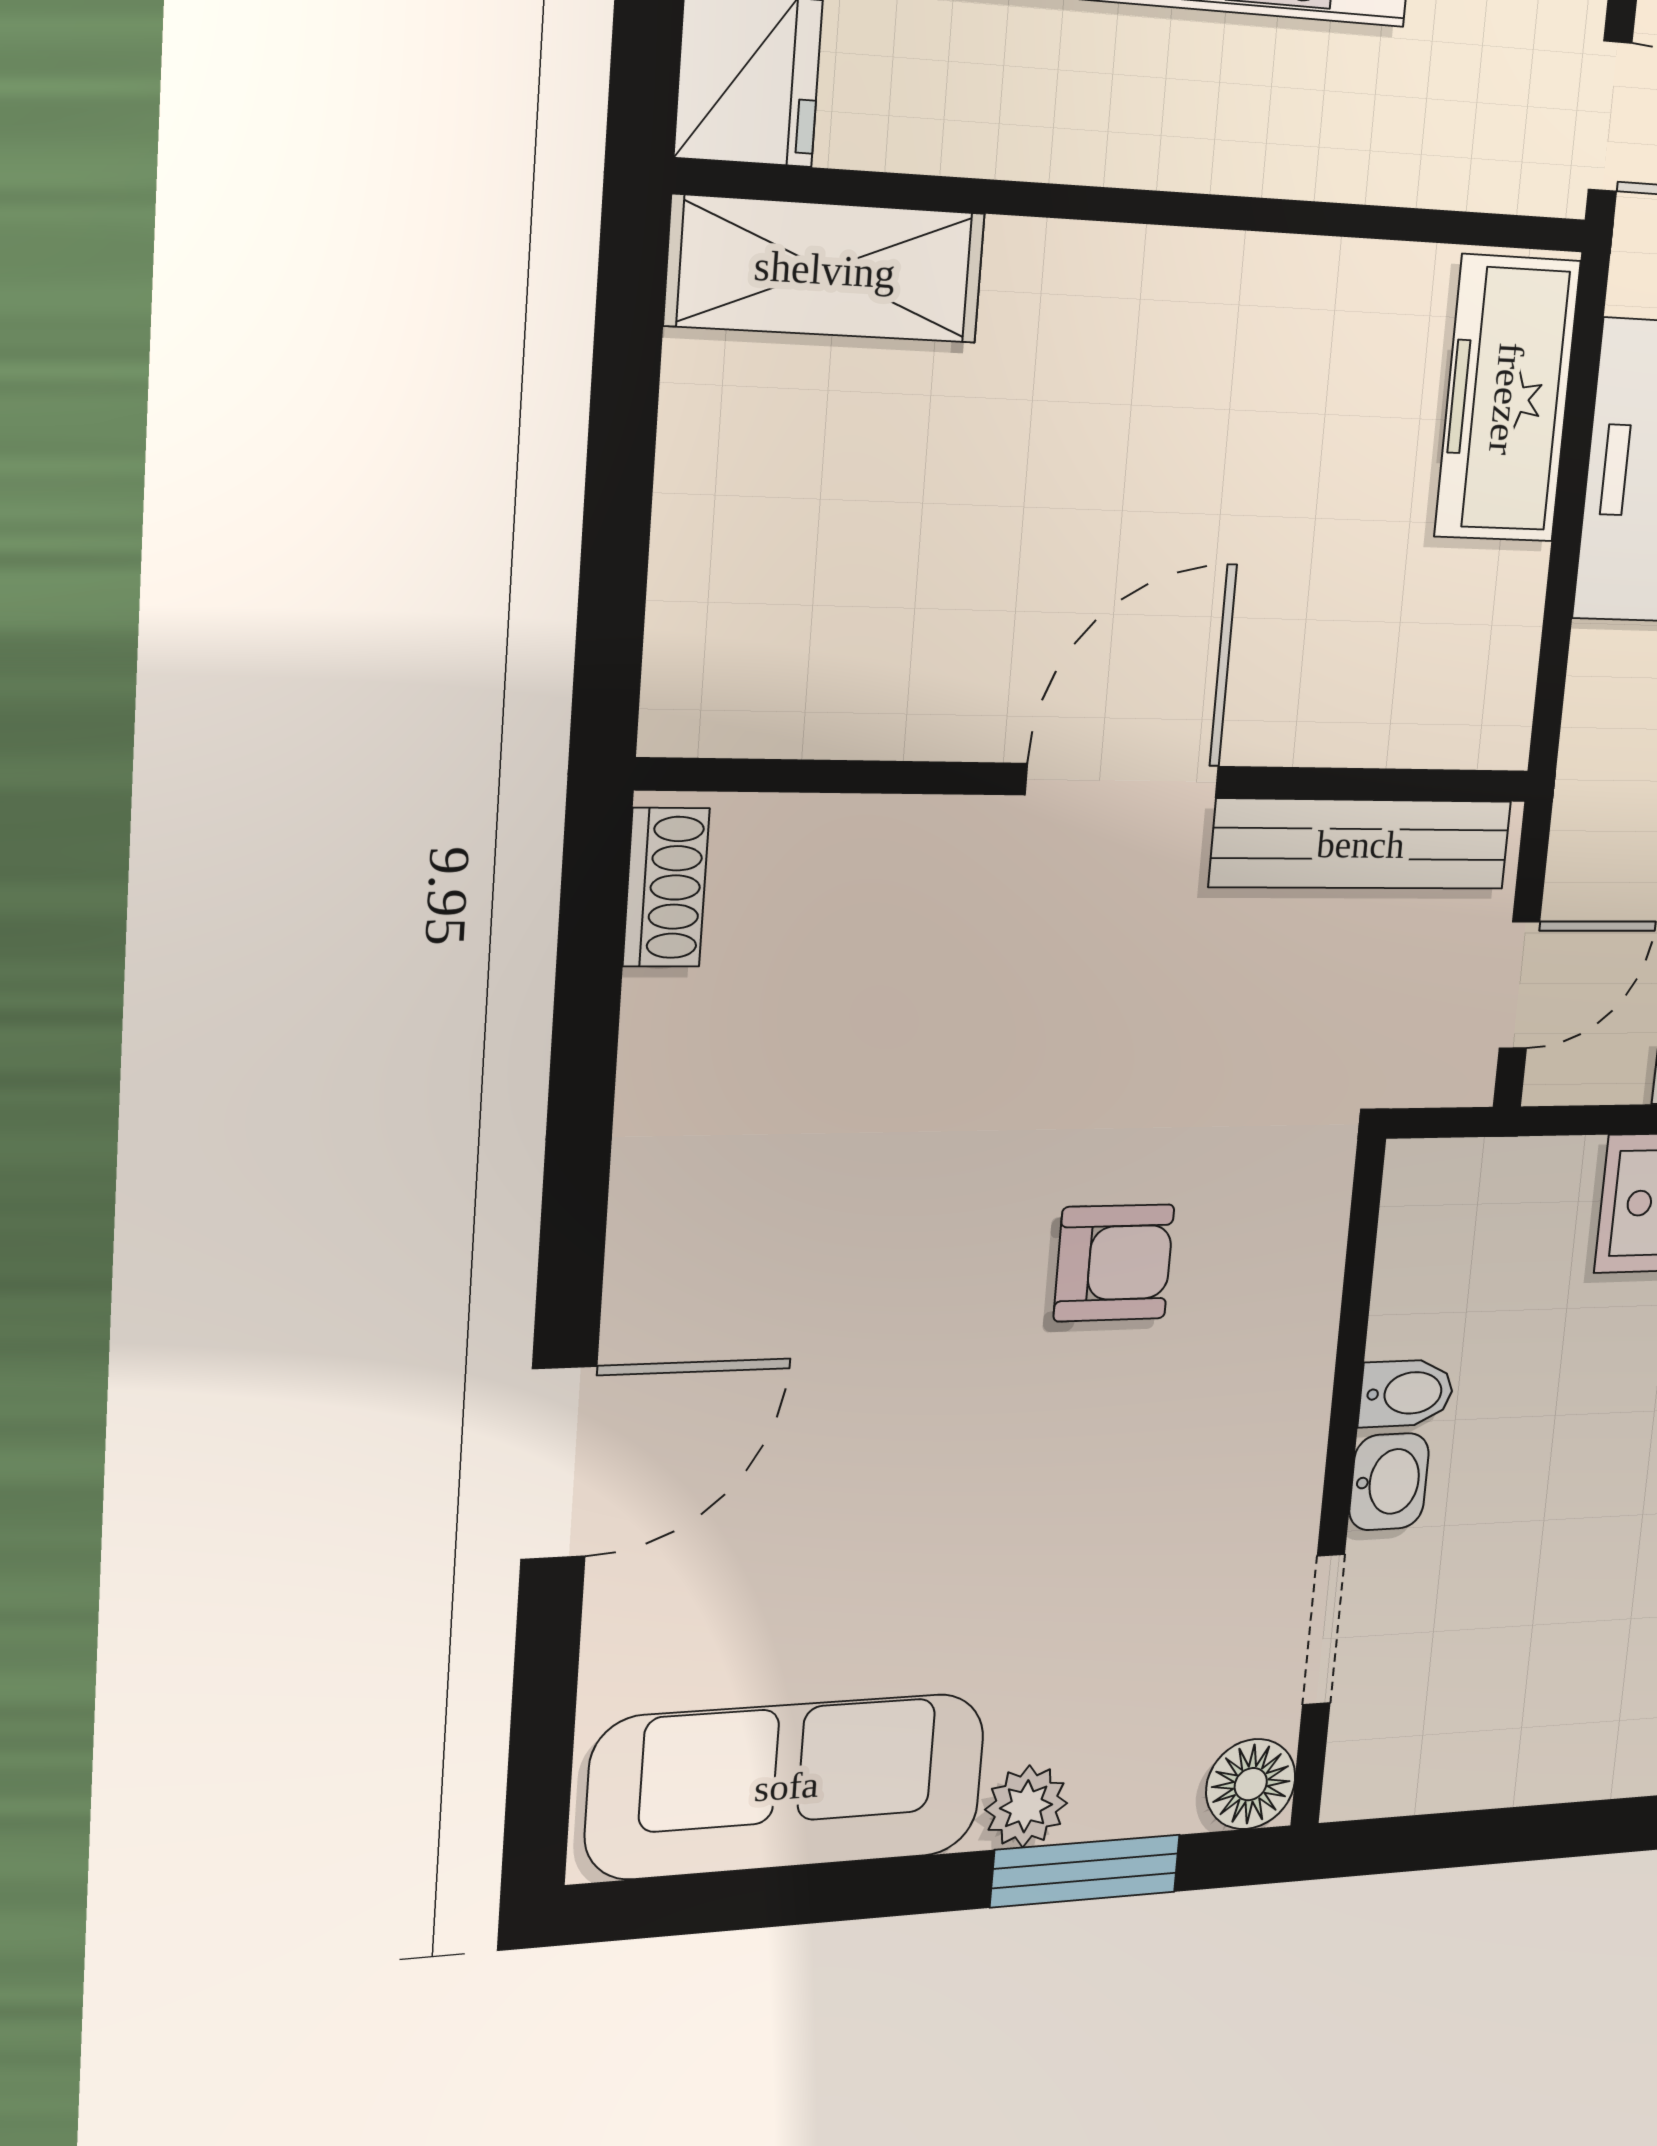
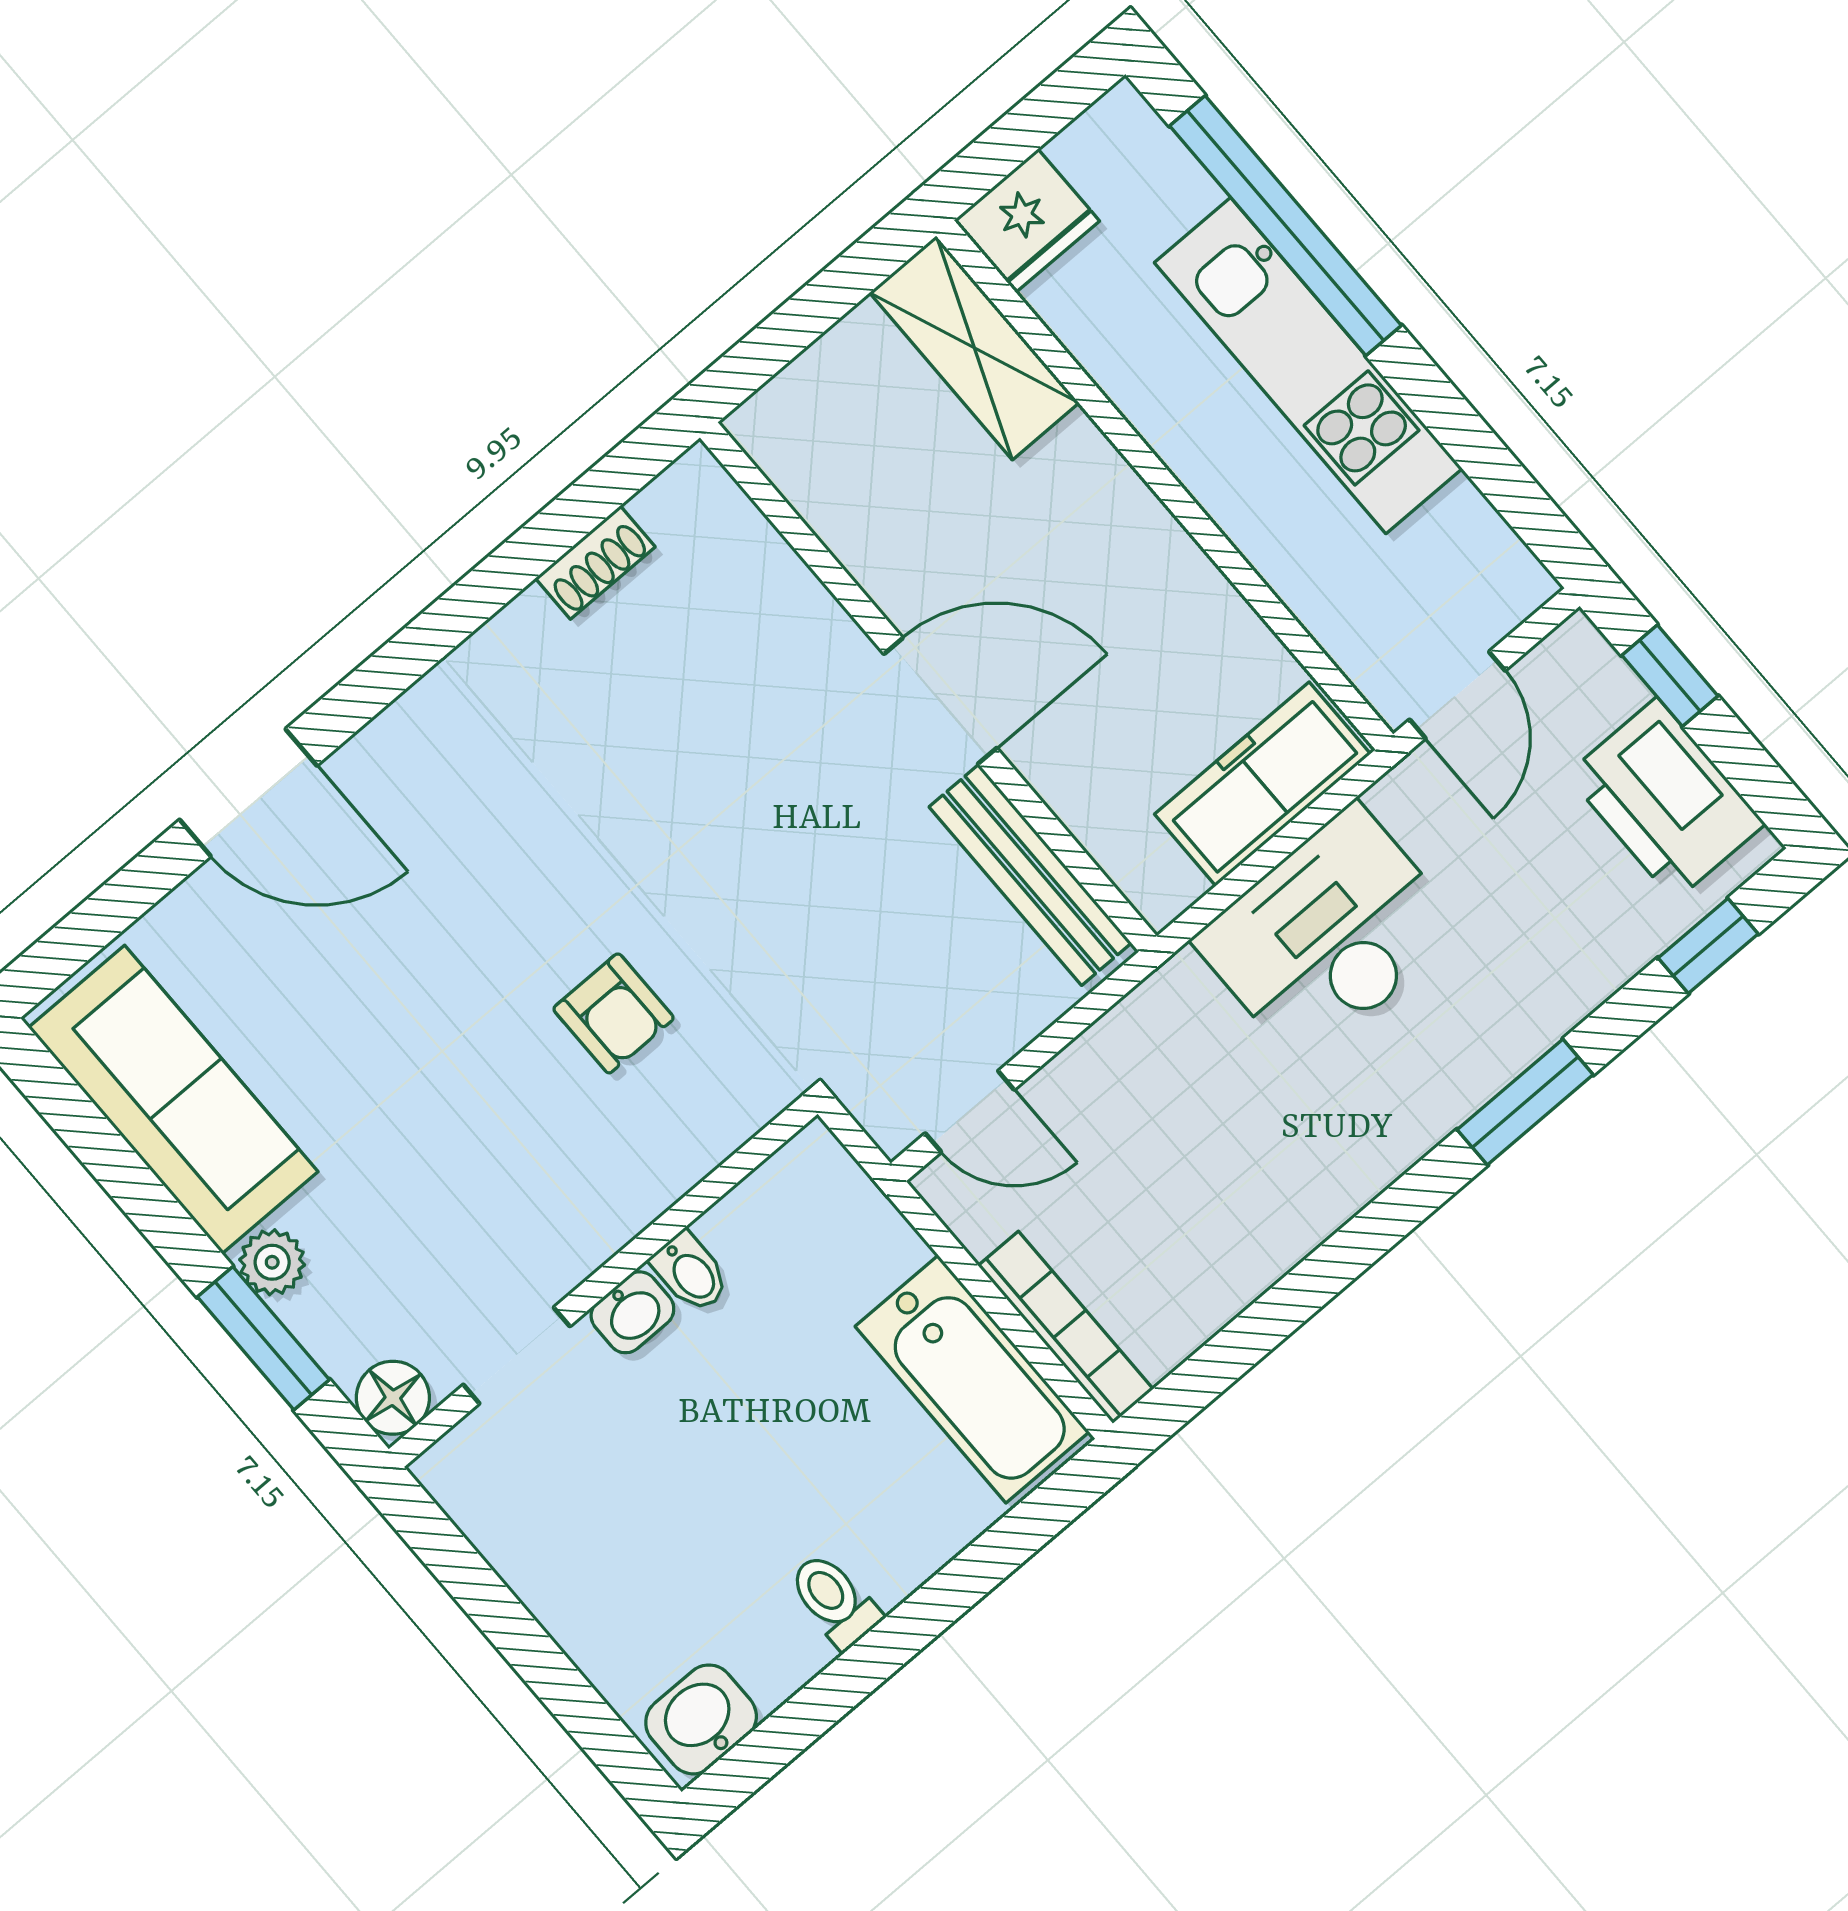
wall: (1098, 780) -> (928, 687), moved
door: (1123, 781) -> (940, 701), moved
bench: (1361, 844) -> (1030, 875), moved

